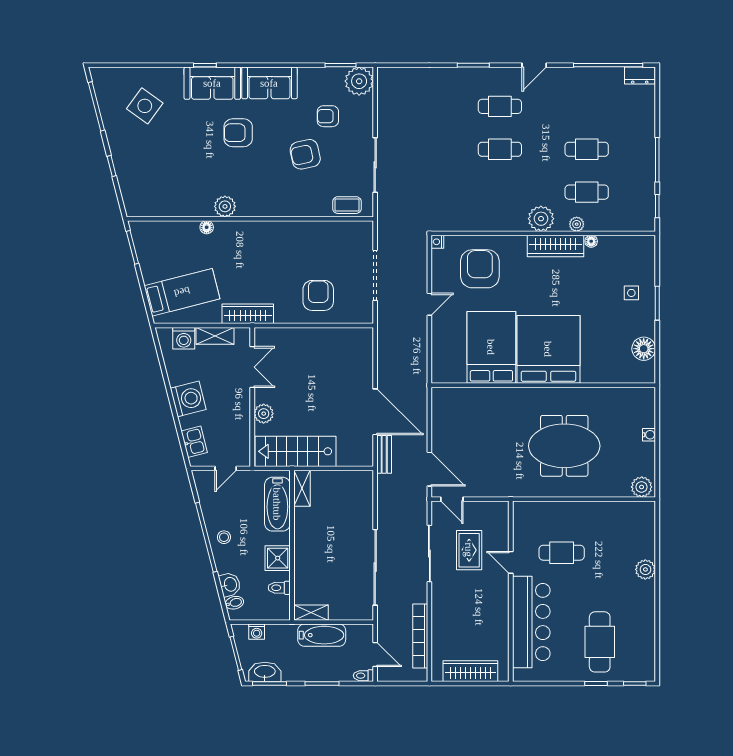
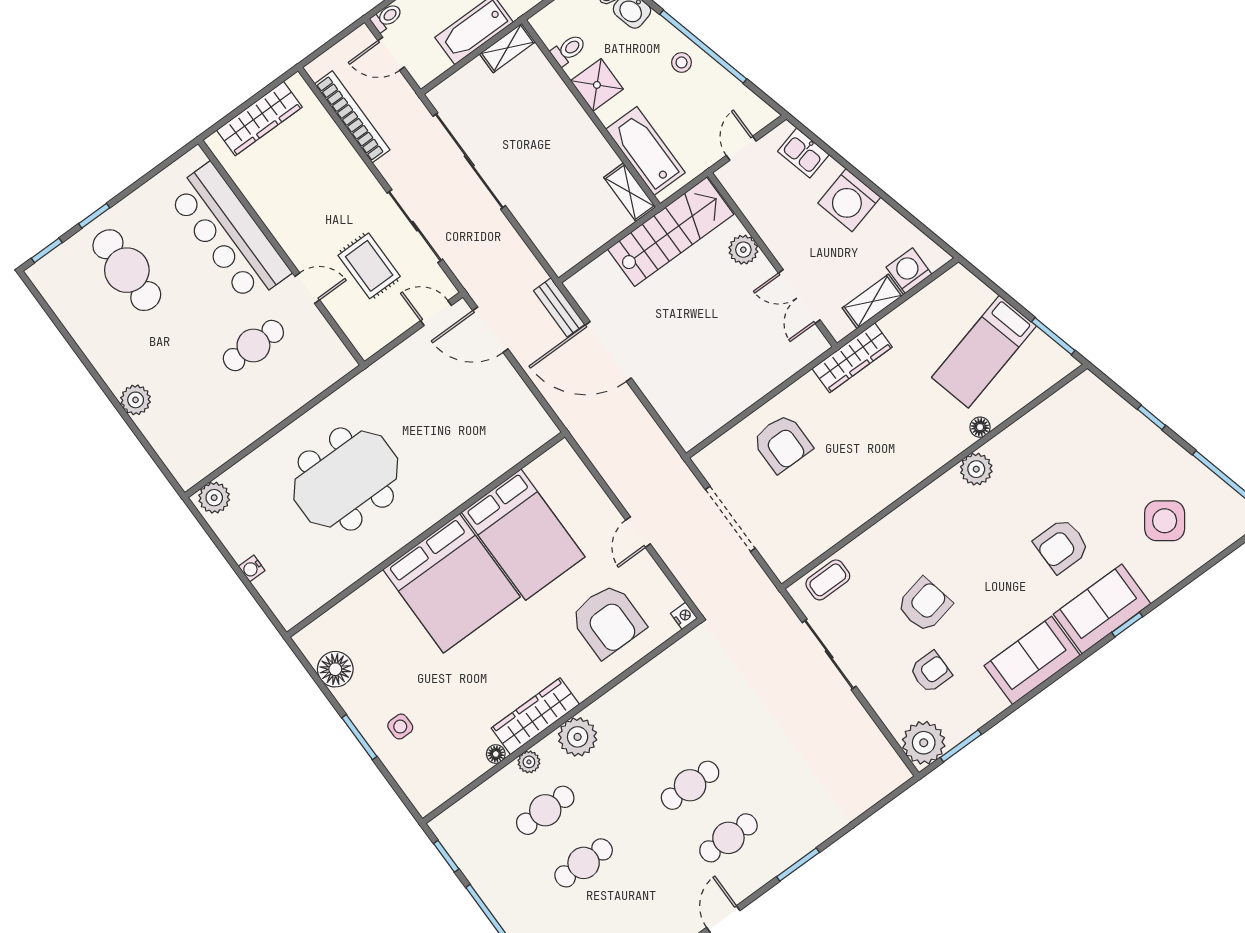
armchair: (238, 133) -> (1062, 546), moved, turned 180
bed: (182, 292) -> (984, 352), moved

